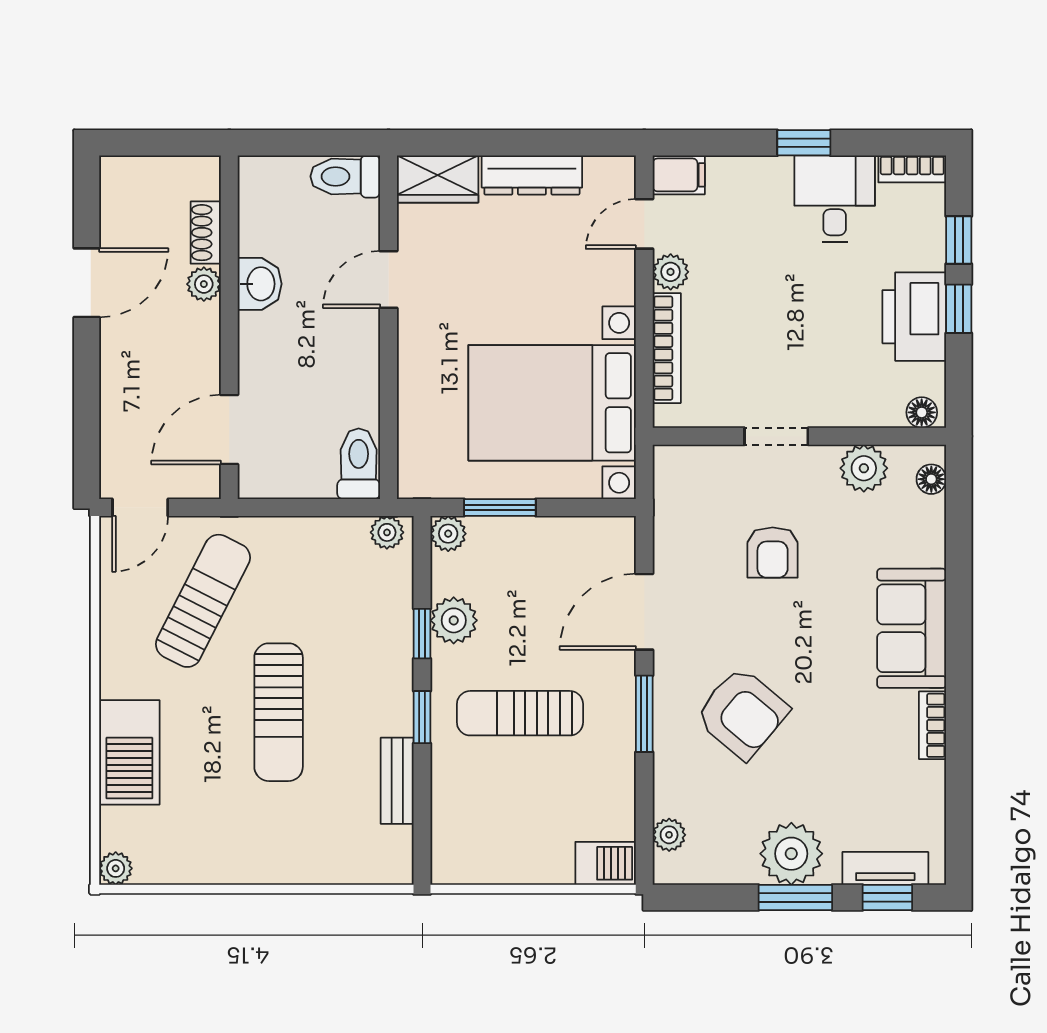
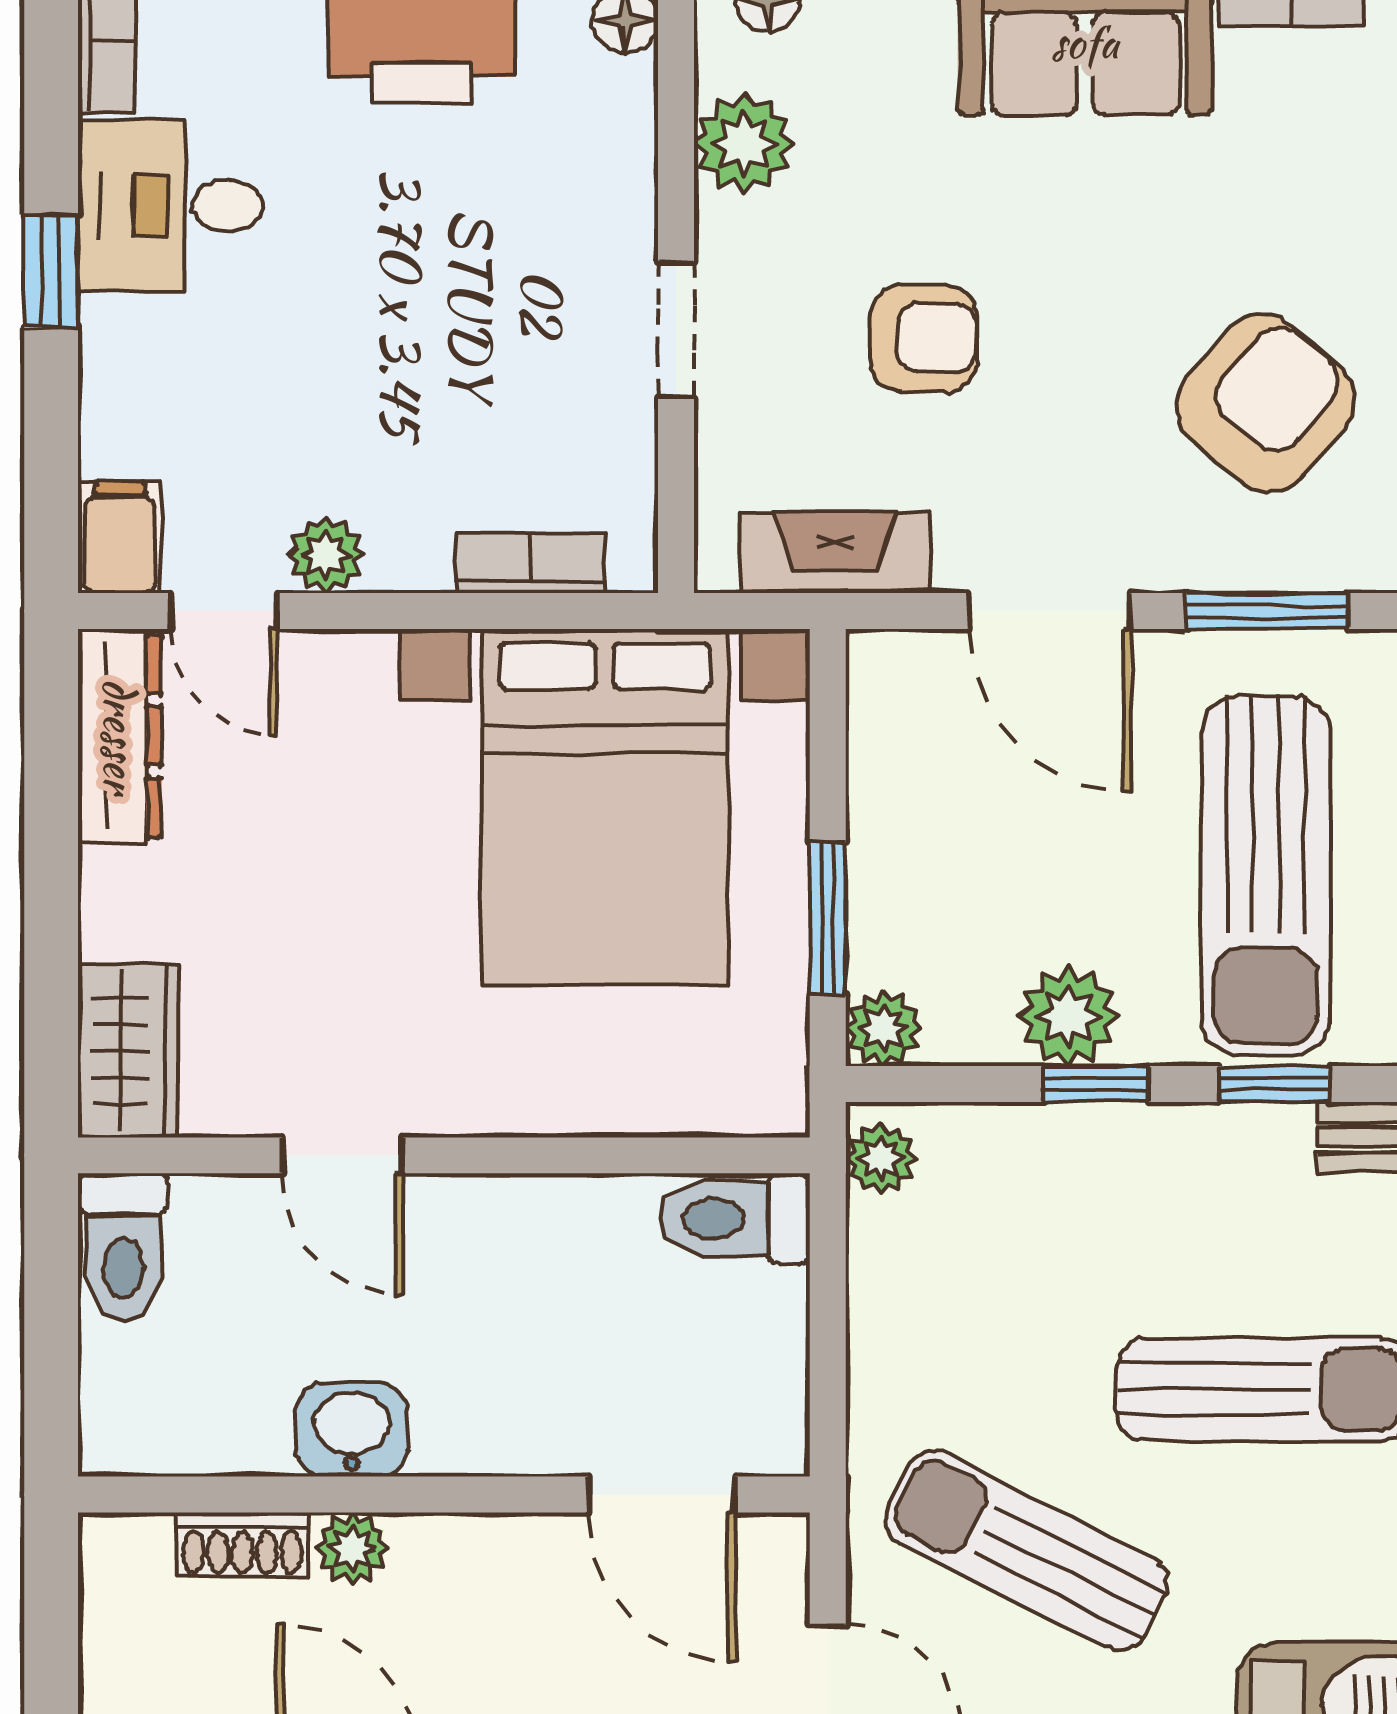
dresser: (532, 175) -> (120, 736), moved
bookcase: (667, 348) -> (530, 563), width x0.64
fireplace: (672, 511) -> (835, 553), added
sun lounger: (520, 713) -> (1266, 875), width x1.36, depth x1.34

